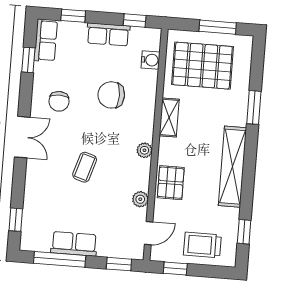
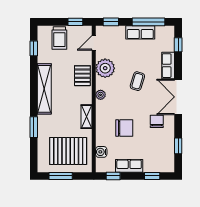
row of seats: (46, 40) -> (168, 66), moved
double door: (22, 137) -> (178, 97), width x1.37
plant: (140, 199) -> (105, 68), width x1.87, depth x1.87
trolley: (202, 245) -> (59, 38), turned 90

